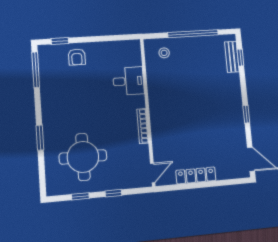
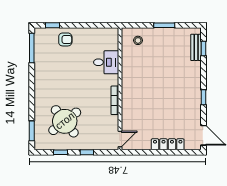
window: (193, 34) -> (164, 25), width x0.47
armchair: (77, 57) -> (65, 39), turned -90
window: (40, 138) -> (32, 131), moved
round table: (83, 157) -> (65, 121), turned -38
locker: (196, 175) -> (168, 144), moved

